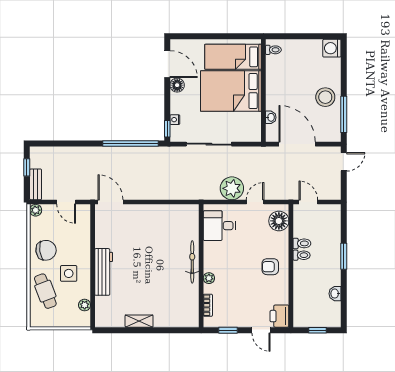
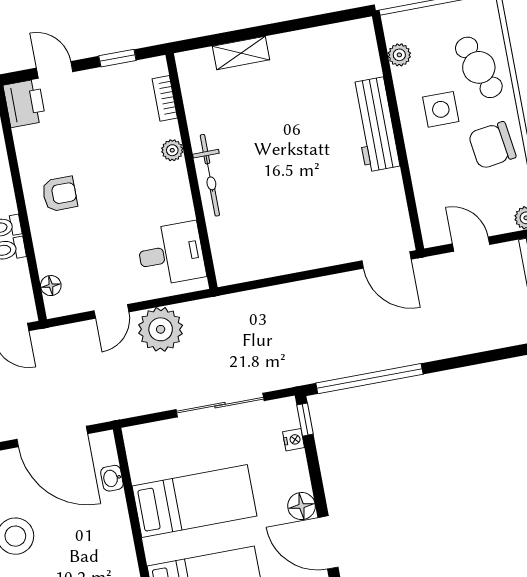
bed: (231, 91) -> (194, 501), width x0.67
floor lamp: (279, 221) -> (51, 286), width x0.53, depth x0.53
shelving: (139, 321) -> (241, 53), moved

